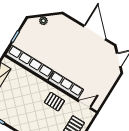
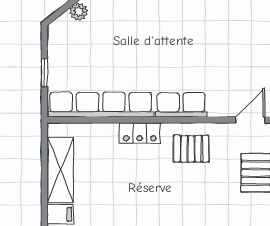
locker: (38, 83) -> (140, 133), added
row of seats: (66, 85) -> (181, 105), width x0.68

